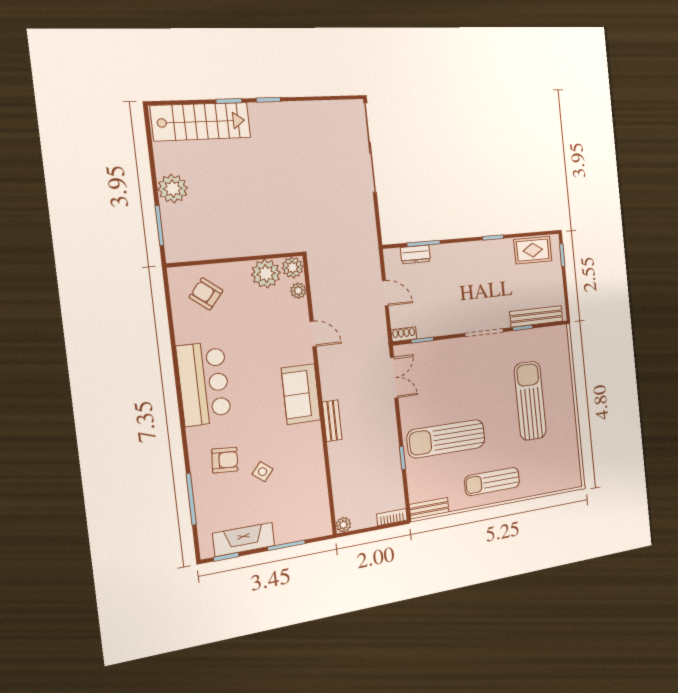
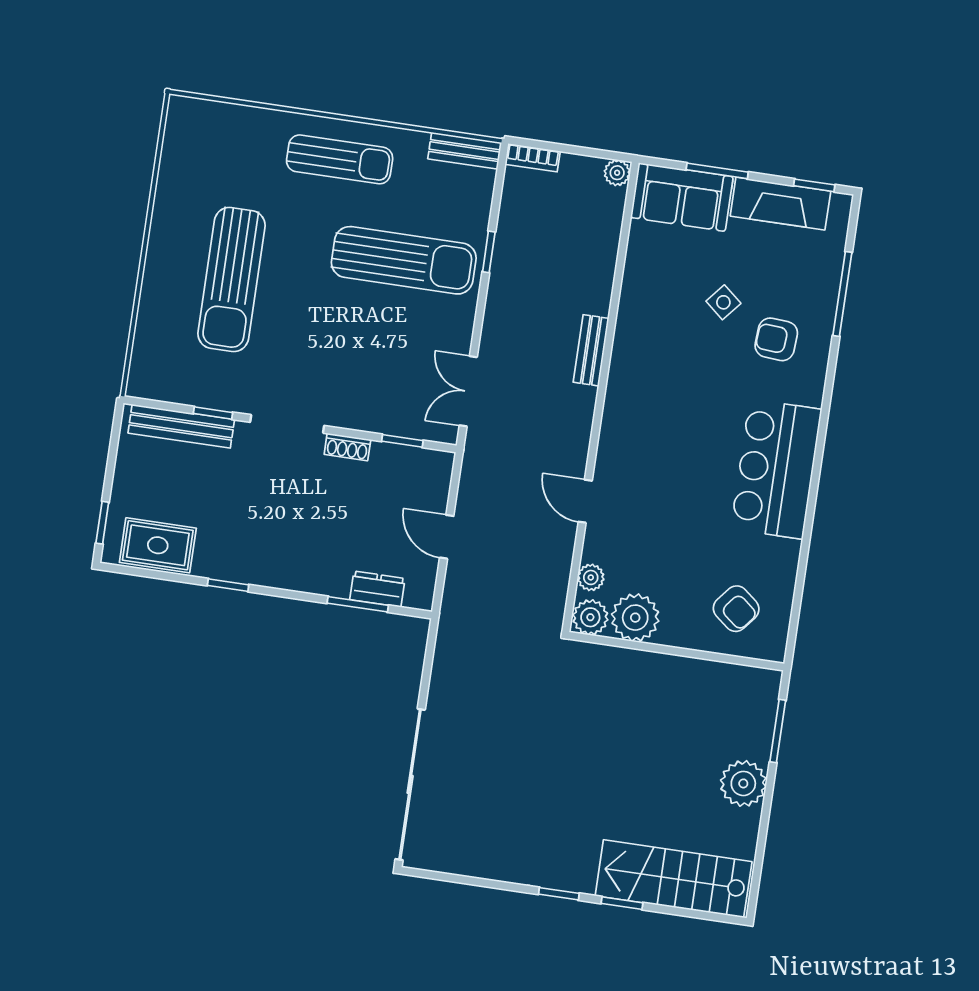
shoe rack: (404, 334) -> (347, 447), moved
sofa: (301, 394) -> (682, 197), moved, turned 90

